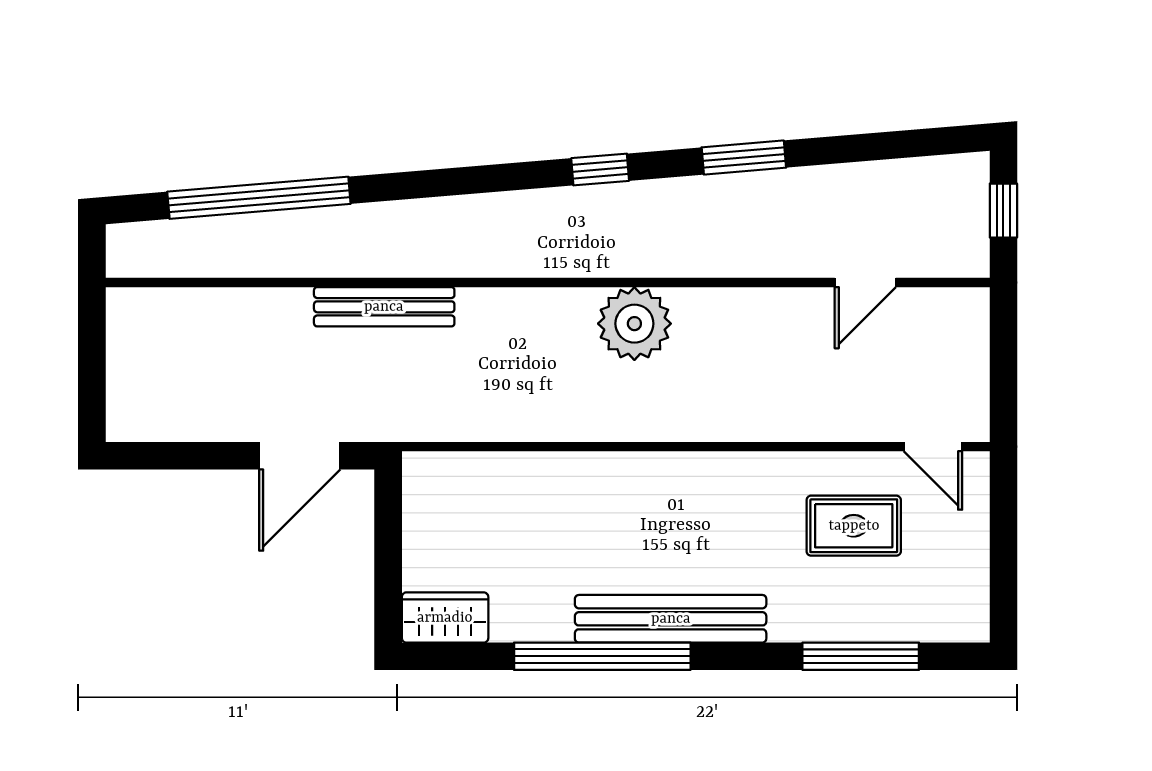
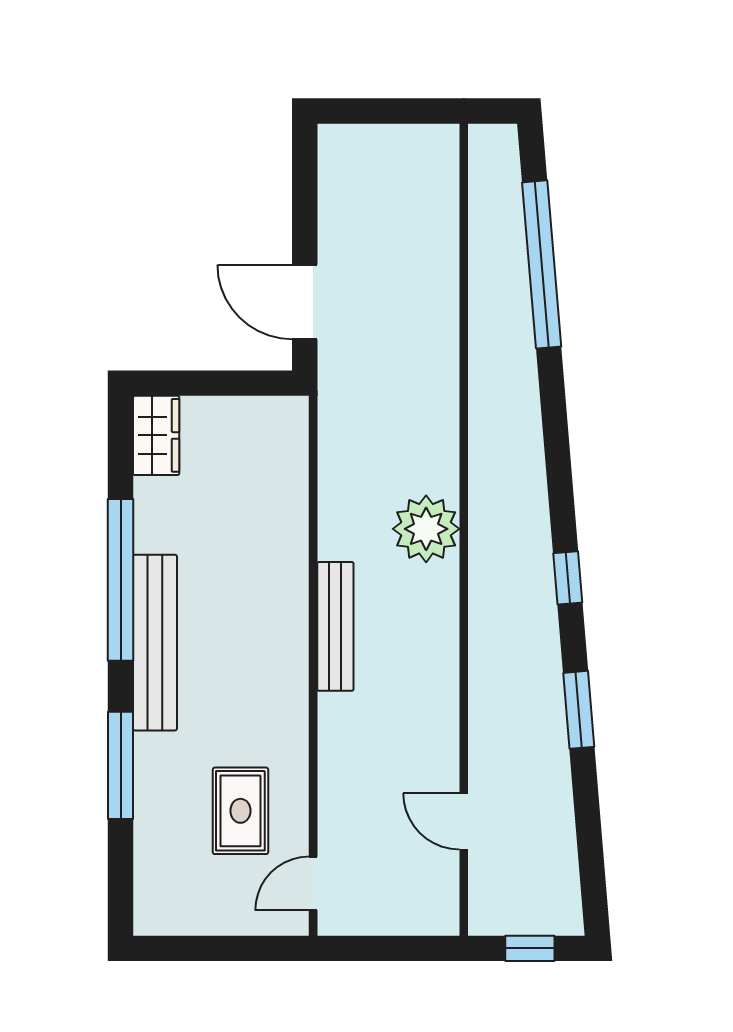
bench: (384, 307) -> (335, 626), moved
plant: (634, 324) -> (426, 529), moved
window: (861, 656) -> (121, 765), moved

